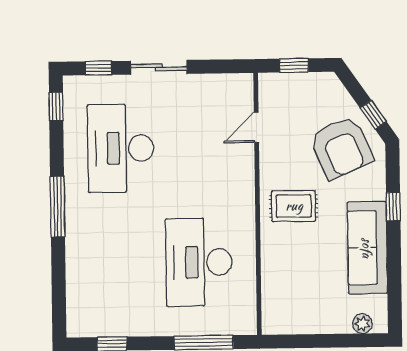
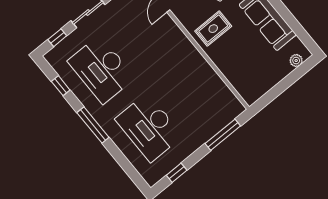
window: (56, 106) -> (61, 86), moved
desk: (199, 262) -> (149, 128), moved

